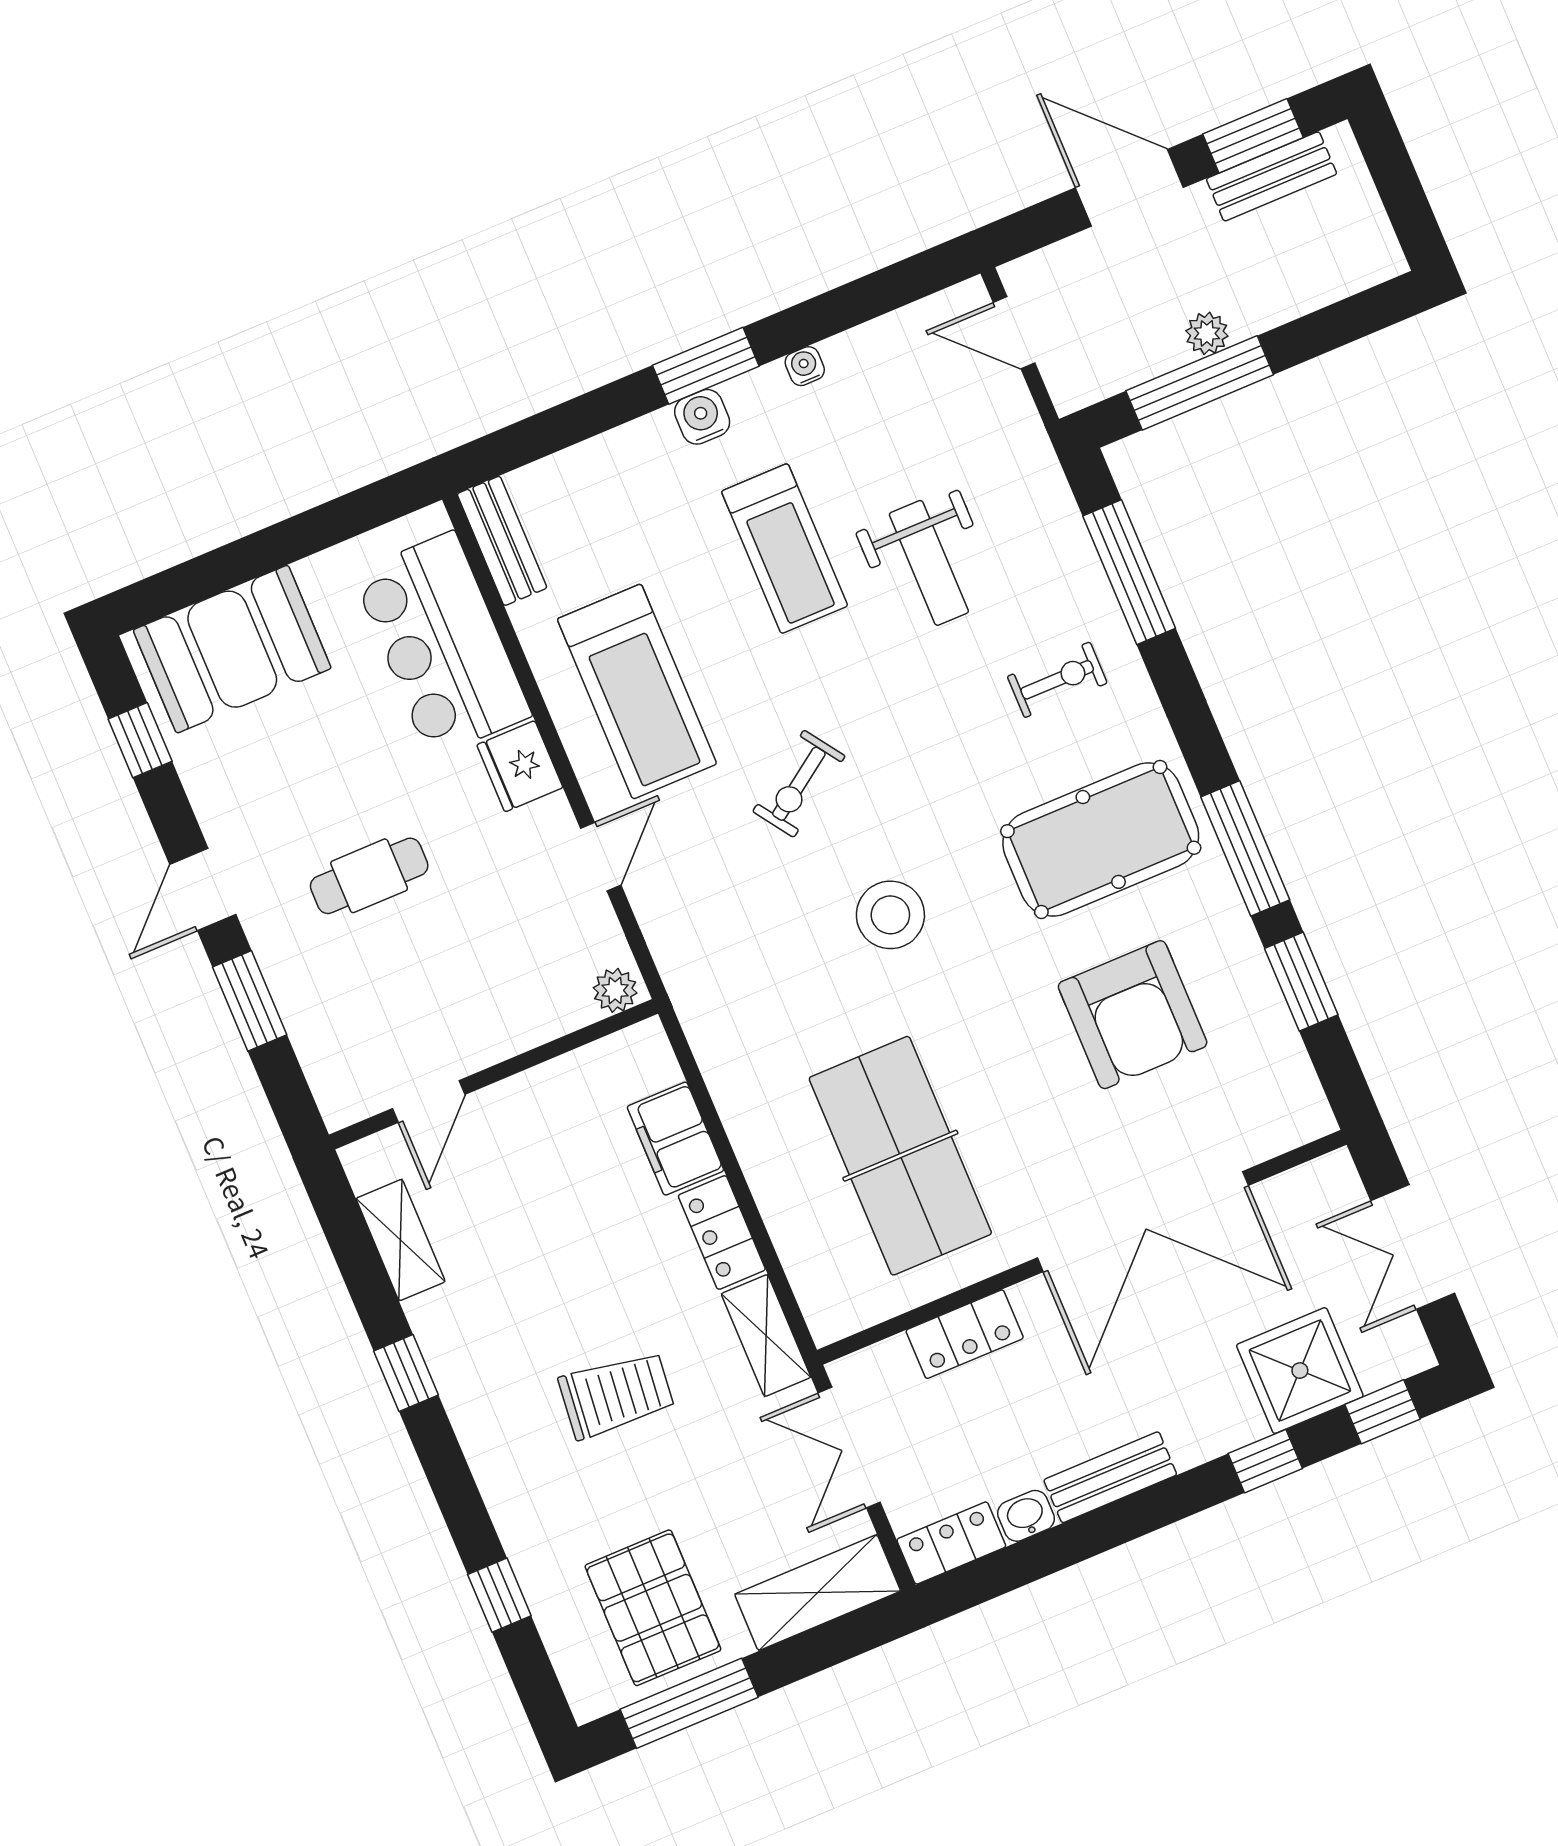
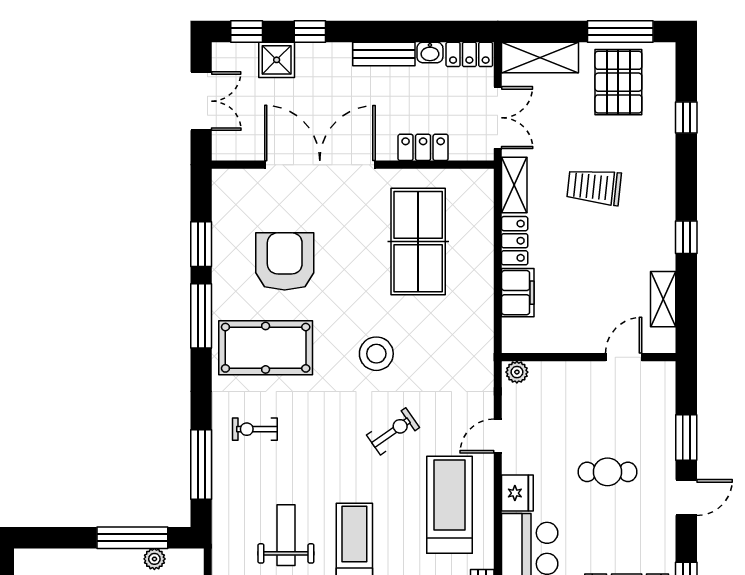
plant: (1207, 333) -> (154, 559), moved
weight bench: (929, 563) -> (286, 535), moved
shower: (1300, 1371) -> (277, 60), width x0.73, depth x0.73

